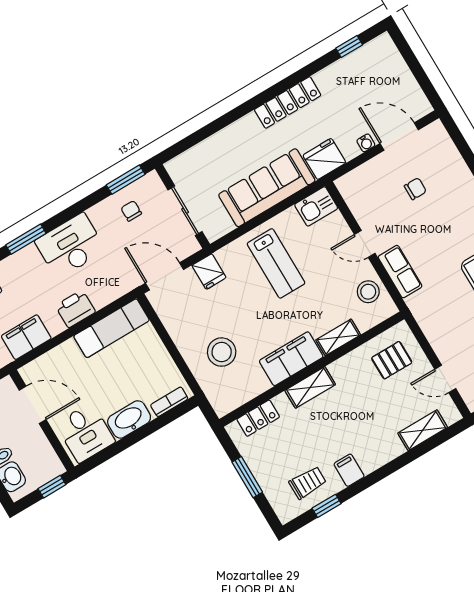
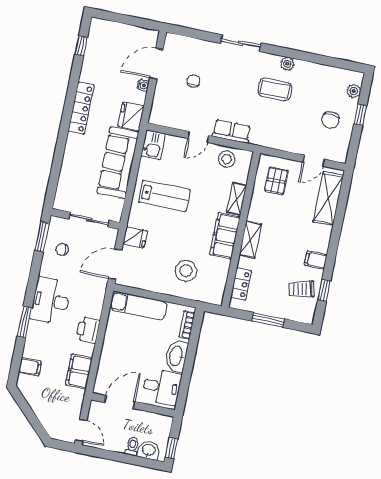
exam couch: (112, 328) -> (138, 306), moved, turned 90
shelving: (423, 430) -> (328, 199), width x1.50, depth x1.33
trolley: (308, 483) -> (302, 289), turned -103
window: (52, 487) -> (171, 448), moved

